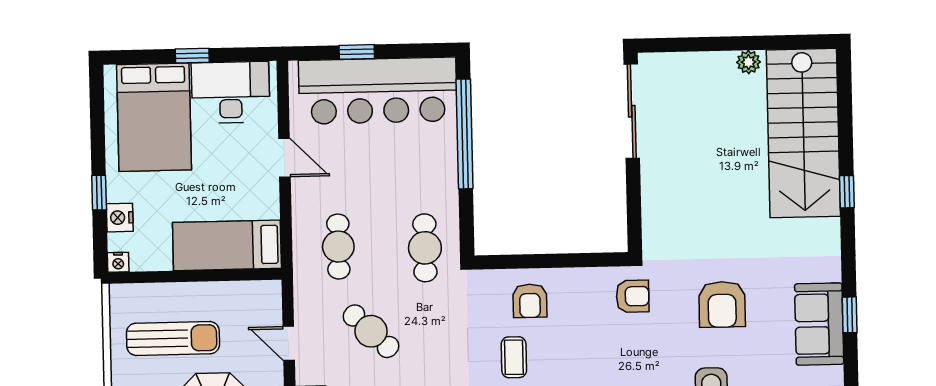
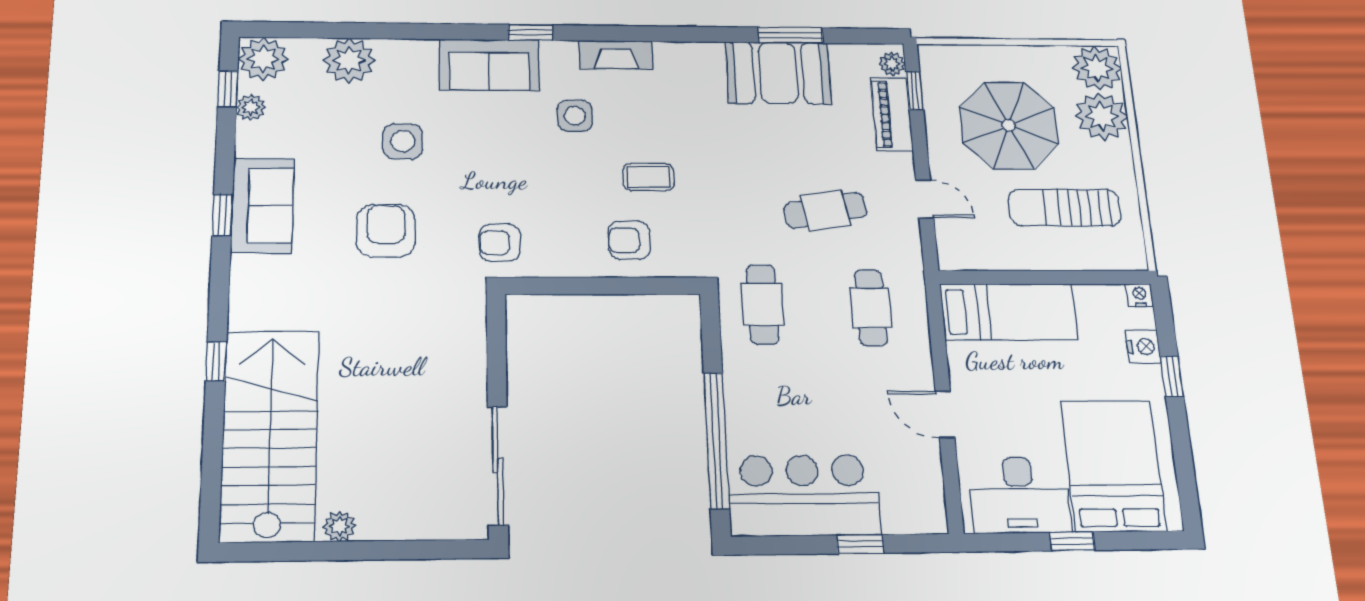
bar counter: (378, 91) -> (804, 495), width x0.73
armchair: (530, 301) -> (629, 240), turned -90
cafe table: (371, 331) -> (825, 210), turned -54
coffee table: (514, 357) -> (648, 177), turned 90

